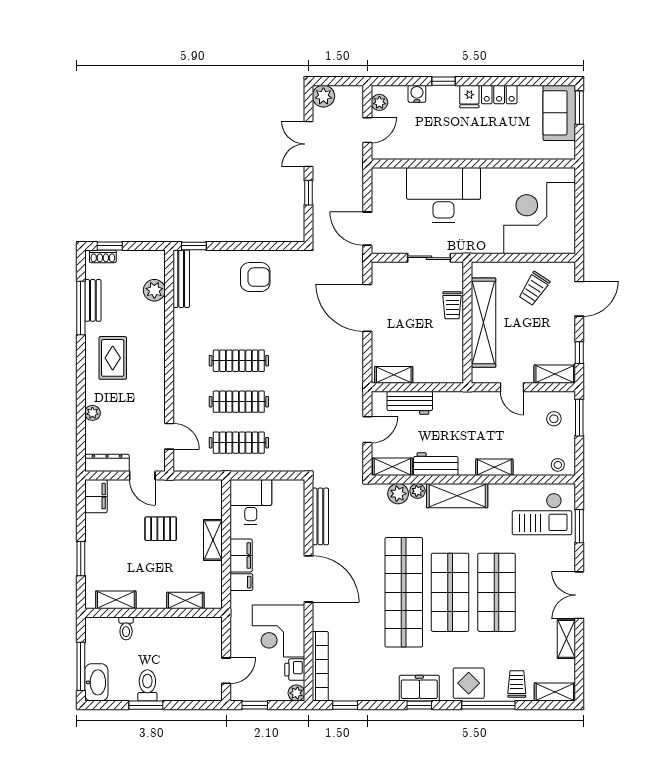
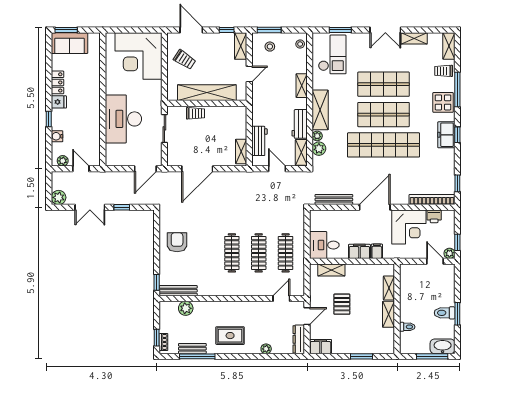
shelving: (213, 540) -> (331, 270), moved
shelving: (116, 600) -> (389, 314), moved
plant: (296, 693) -> (449, 253), moved

